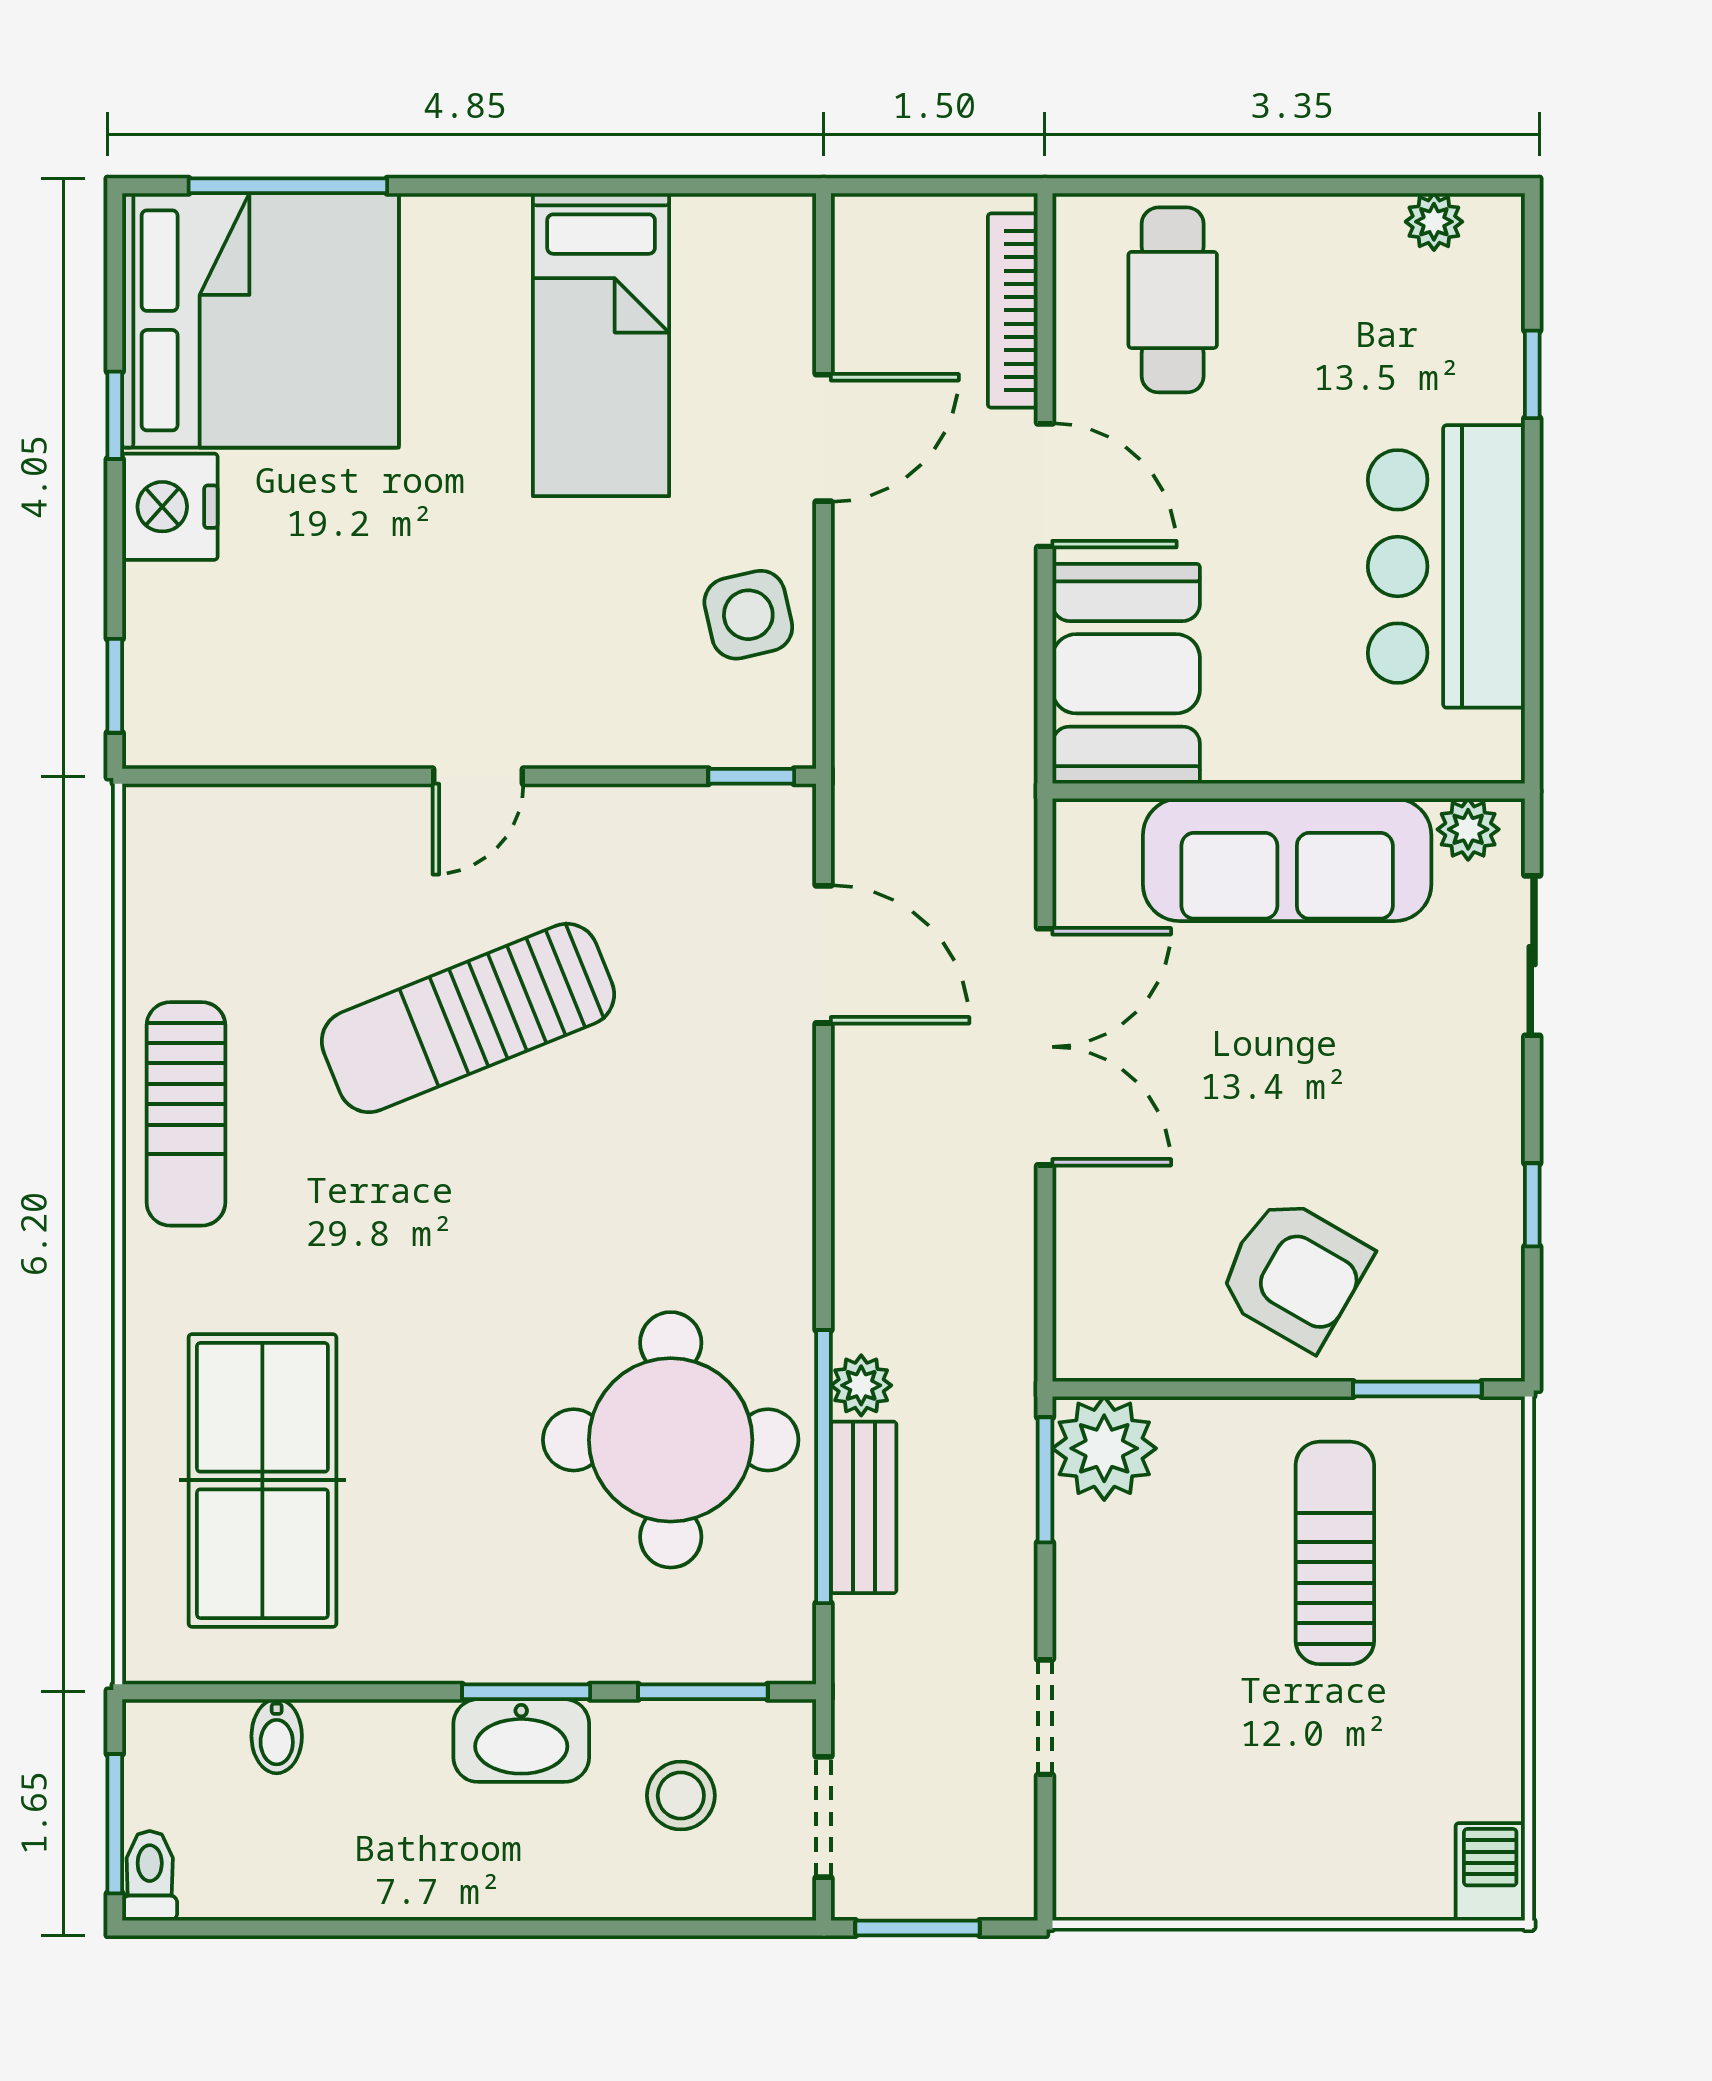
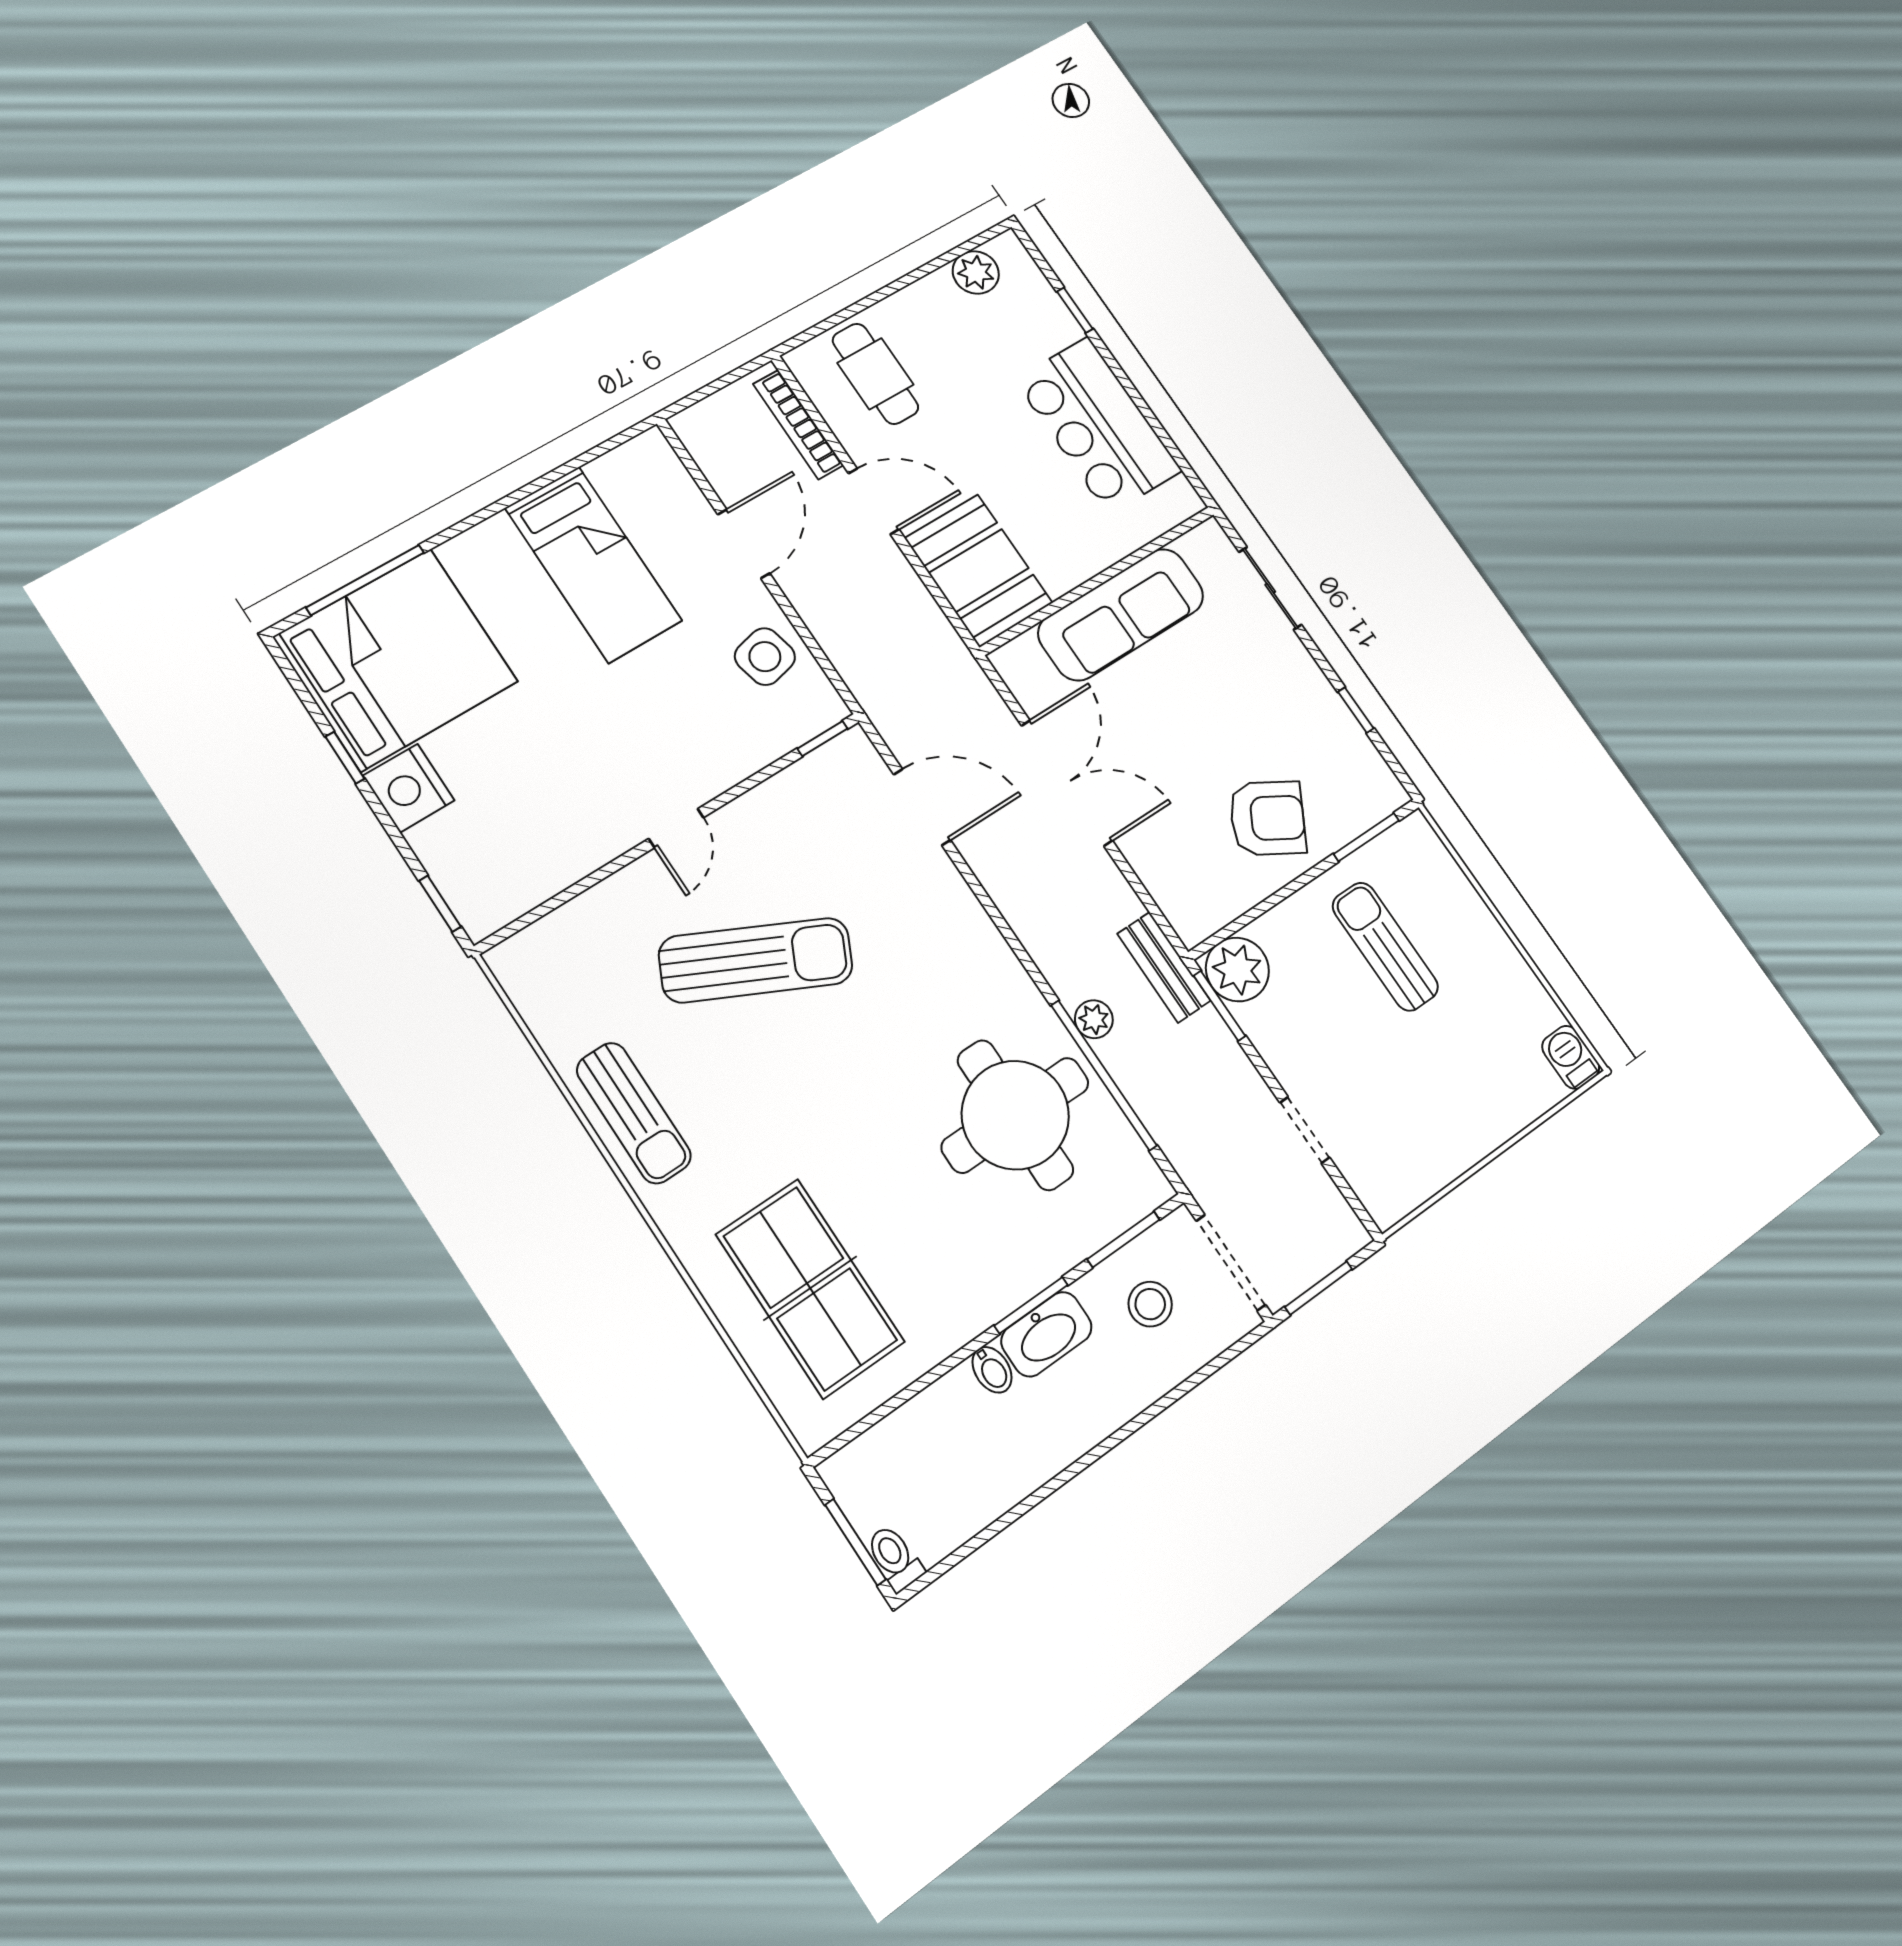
plant: (1434, 222) -> (976, 272), width x1.38, depth x1.38
plant: (1468, 829) -> (1197, 546), removed
sun lounger: (468, 1018) -> (756, 960), turned -132
bench: (864, 1507) -> (1164, 967), moved
bidet: (277, 1736) -> (992, 1370), moved
doorway: (823, 1817) -> (1231, 1263), width x1.38

